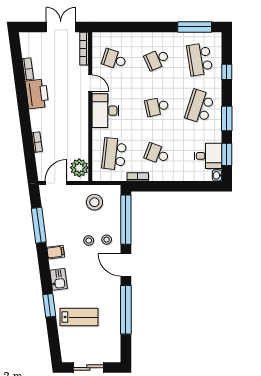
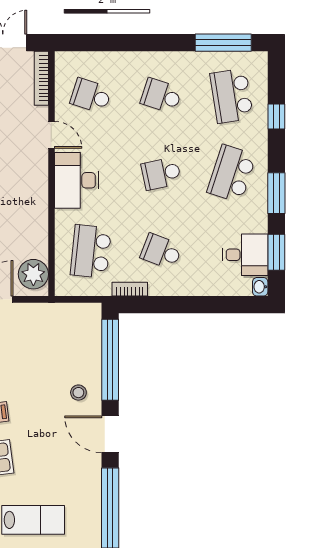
school desk: (157, 59) -> (161, 96), turned 42
stool: (94, 202) -> (58, 331), removed
stool: (89, 241) -> (49, 394), removed

